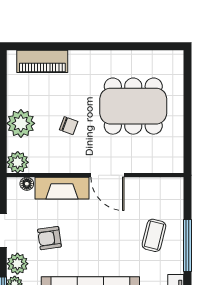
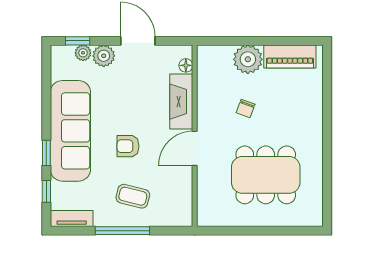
piano: (42, 61) -> (290, 56), moved, turned -90
dining table: (133, 106) -> (266, 175), turned 90
plant: (18, 162) -> (208, 56), removed
armchair: (49, 238) -> (128, 146), moved, turned -82

